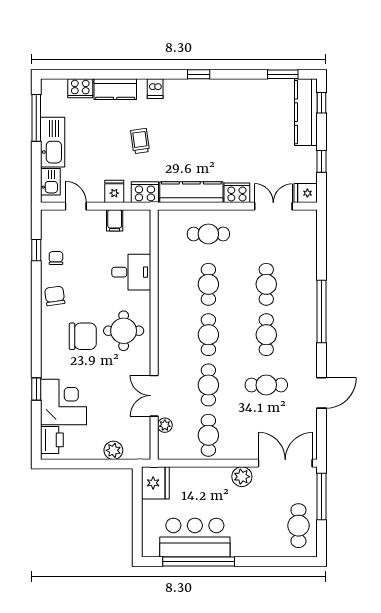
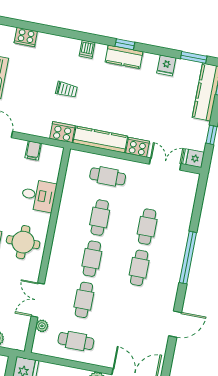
kitchen counter: (115, 89) -> (124, 57), moved
trolley: (140, 141) -> (66, 90), turned 101
fridge: (114, 191) -> (166, 65), moved, turned 180
cafe table: (266, 385) -> (131, 309), removed
cafe table: (208, 435) -> (76, 341), turned 90

